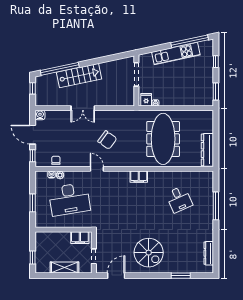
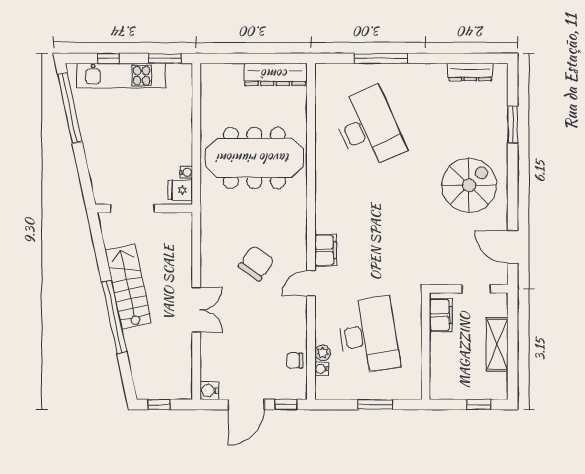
kitchen unit: (176, 53) -> (121, 76), moved, turned 102
window: (60, 69) -> (114, 317), moved
stairs: (79, 76) -> (128, 287), moved
filing cabinet: (139, 177) -> (326, 250), moved
desk: (179, 199) -> (368, 128), width x1.87, depth x1.30

